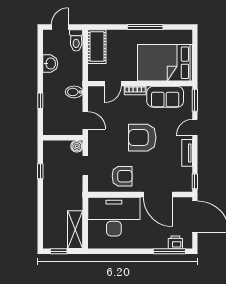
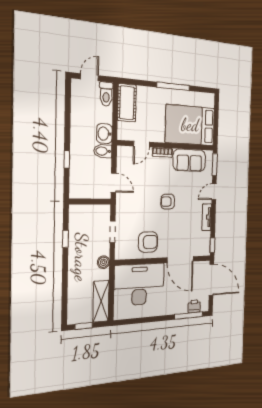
washbasin: (50, 64) -> (104, 134), moved, turned 180
armchair: (142, 138) -> (168, 202), width x0.53, depth x0.53
boiler: (77, 146) -> (103, 262), moved

